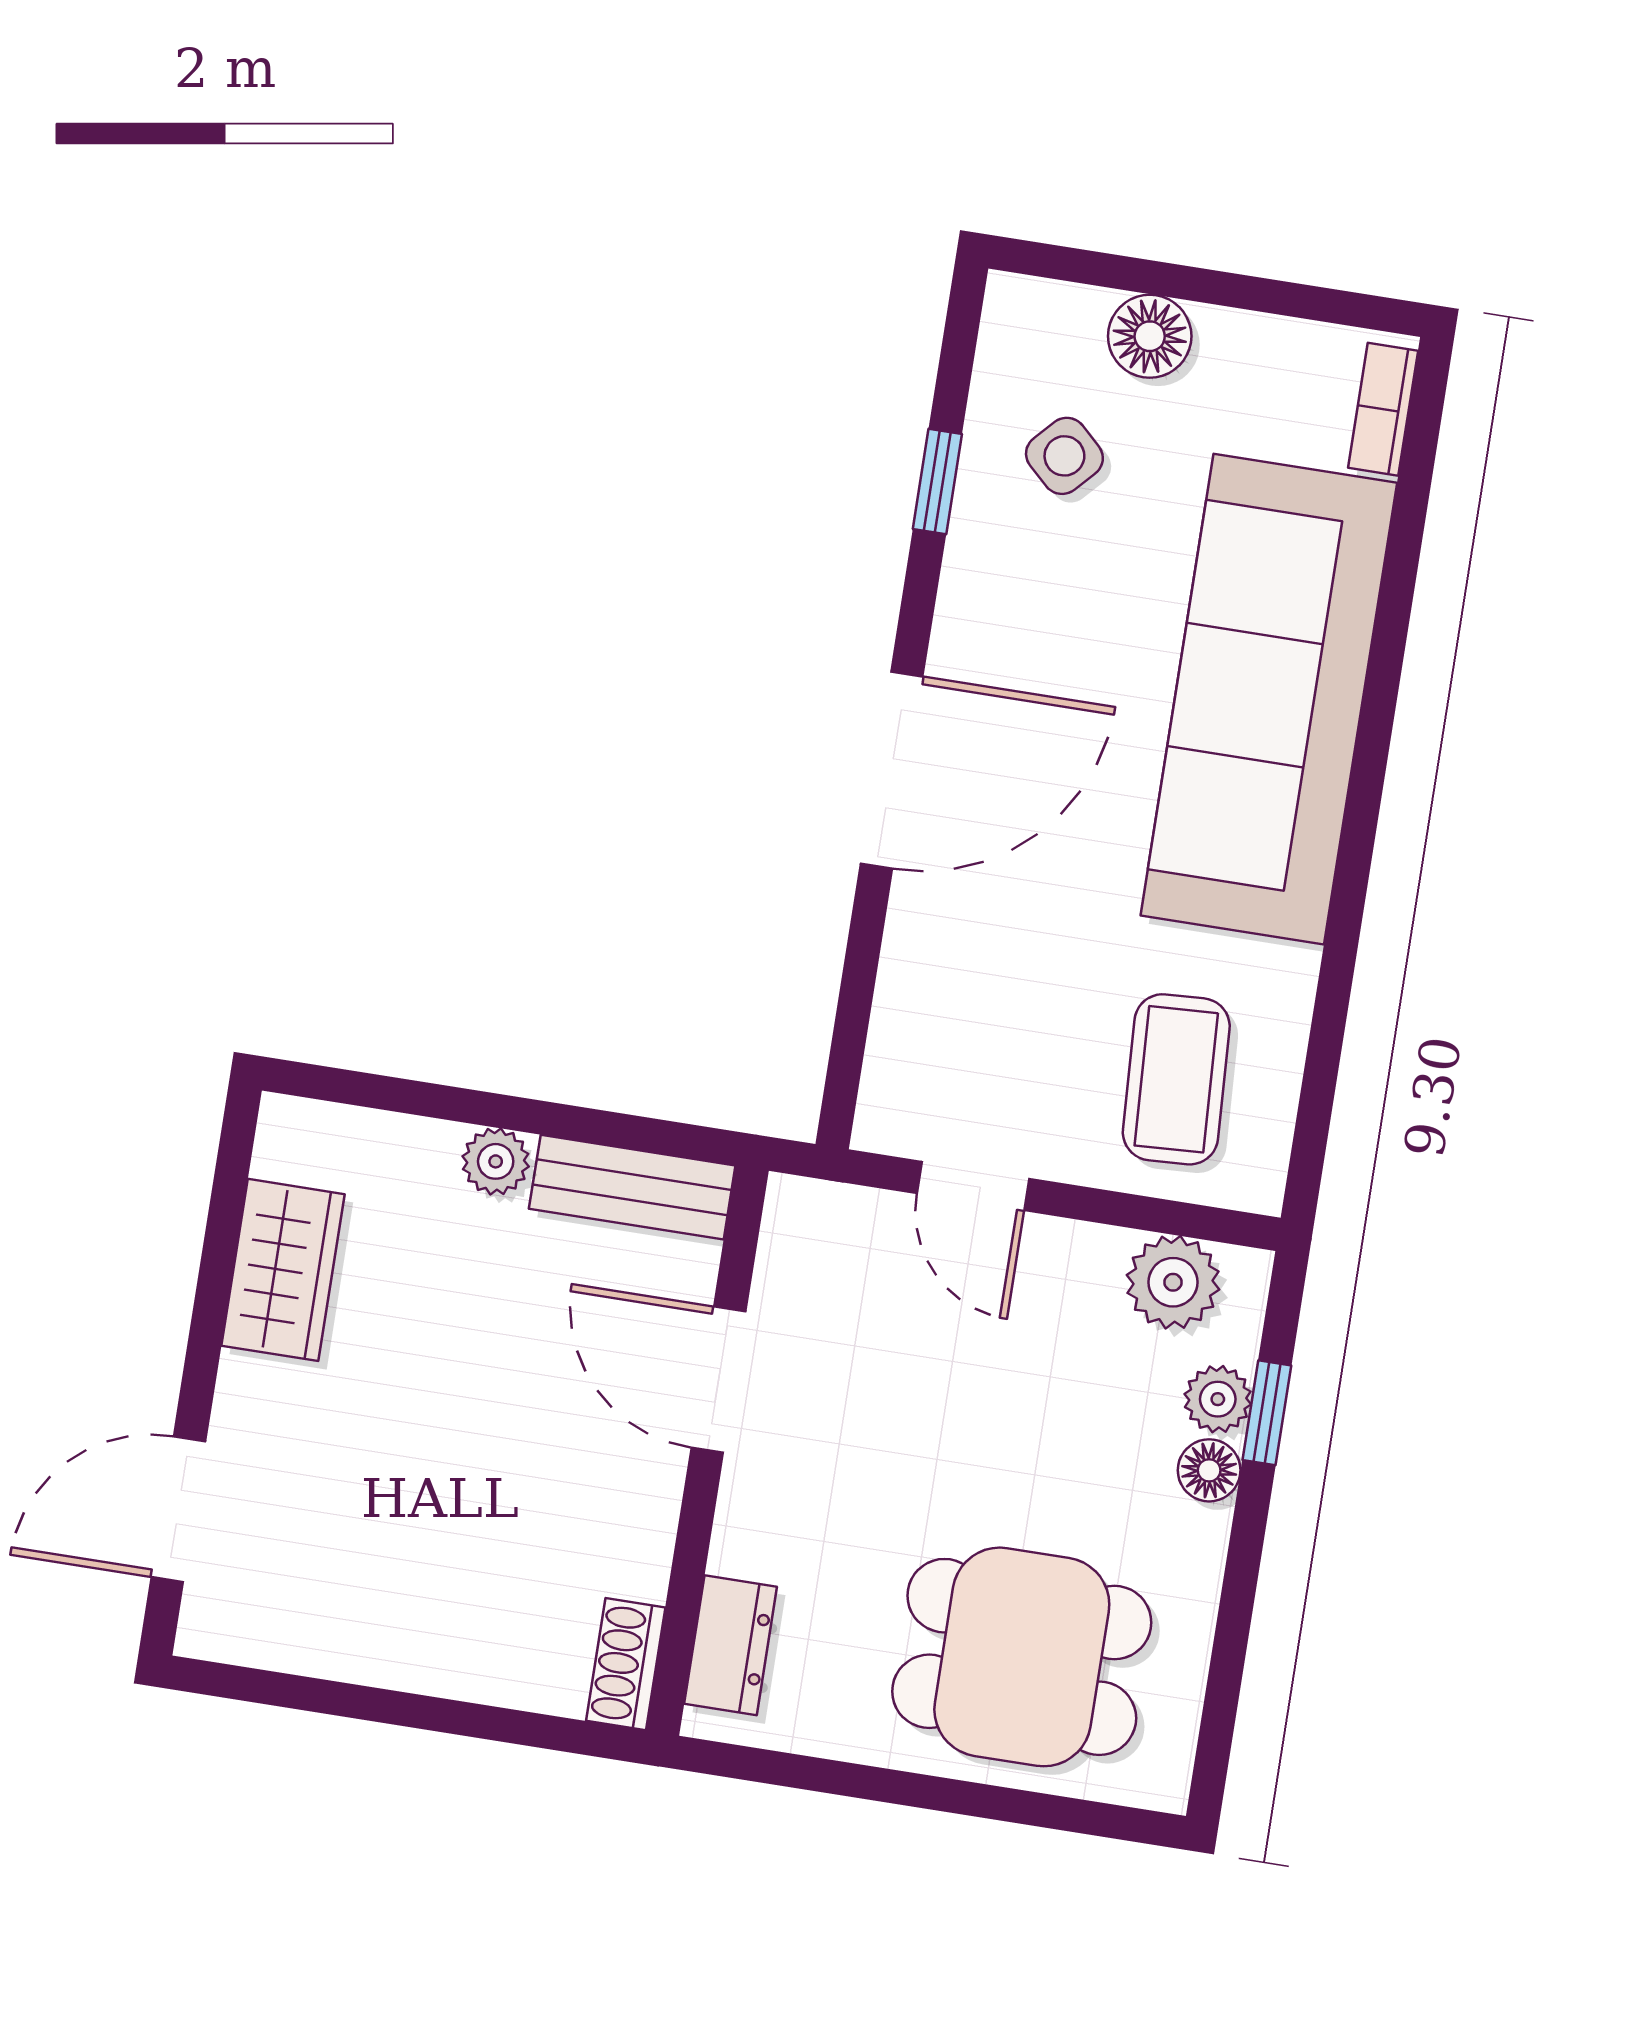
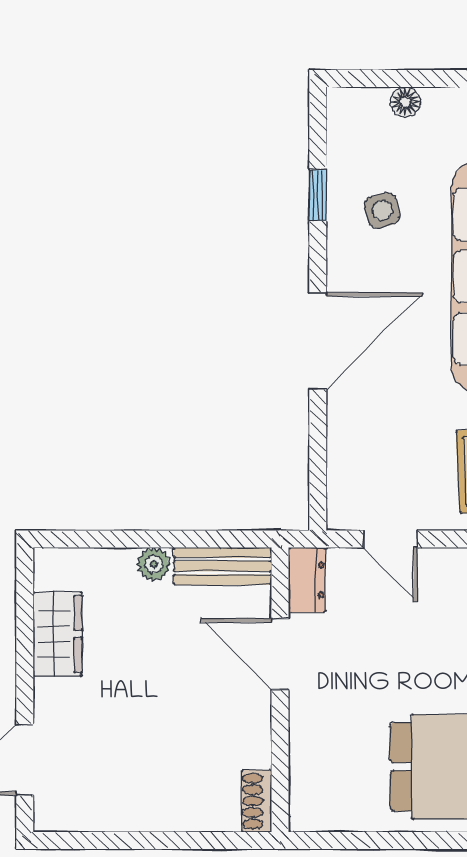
floor lamp: (1150, 336) -> (405, 102), width x0.73, depth x0.73
side table: (1064, 456) -> (382, 210), moved, turned 32
dresser: (731, 1645) -> (307, 580), moved

